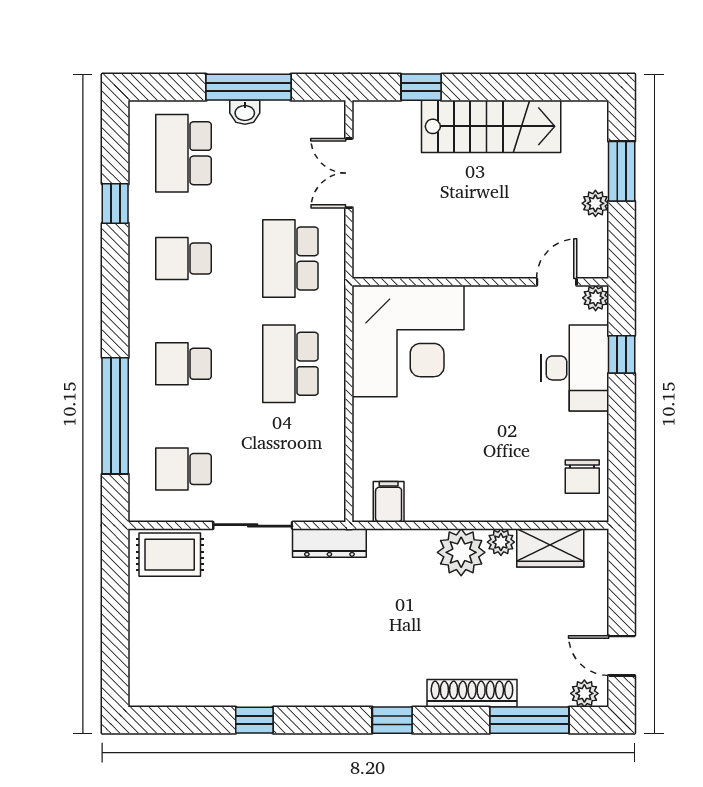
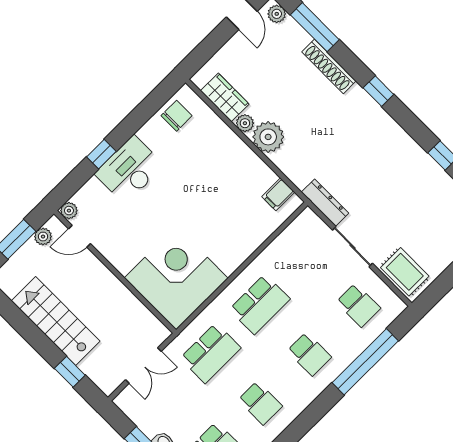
wall: (480, 282) -> (115, 272), moved
door: (557, 282) -> (79, 236), moved
plant: (596, 298) -> (69, 211), moved
corner desk: (408, 341) -> (176, 278), moved

